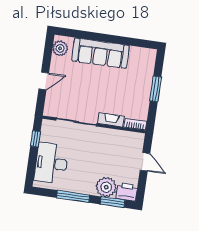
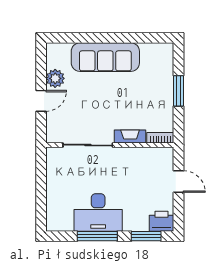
plant: (60, 48) -> (55, 78), moved
window: (35, 139) -> (41, 173), removed
desk: (51, 163) -> (98, 212), moved, turned -90
plant: (106, 187) -> (136, 219), removed

